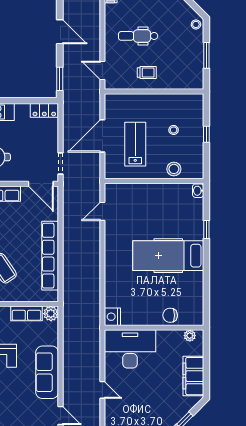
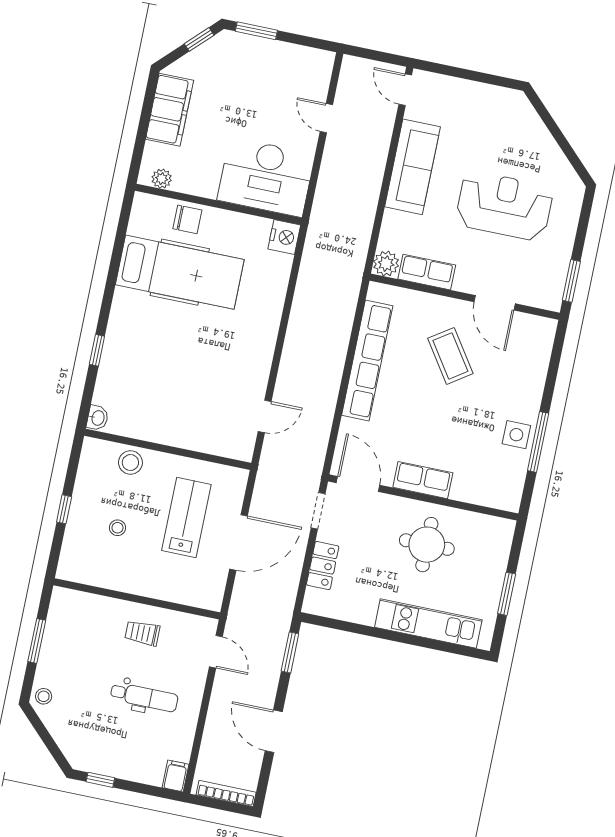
locker: (44, 110) -> (323, 566), moved, turned 90
lab bench: (135, 144) -> (186, 517), turned 180
hospital bed: (168, 256) -> (180, 272), moved

